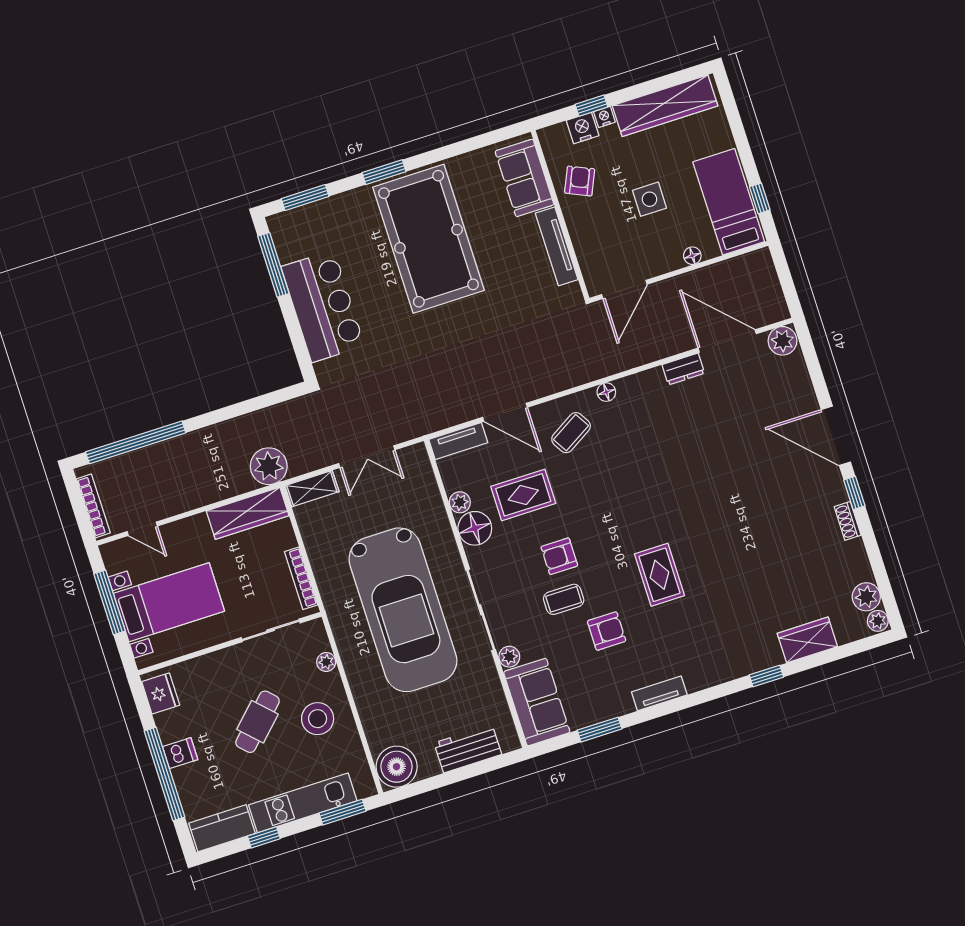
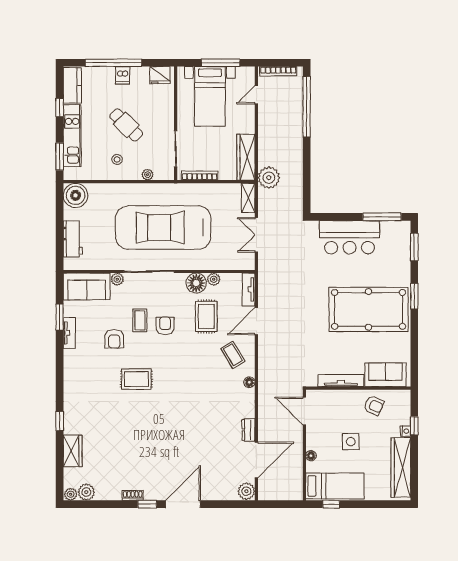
nightstand: (583, 128) -> (403, 417), removed
tv unit: (659, 693) -> (69, 333), moved
stool: (318, 719) -> (117, 159), width x0.53, depth x0.53

